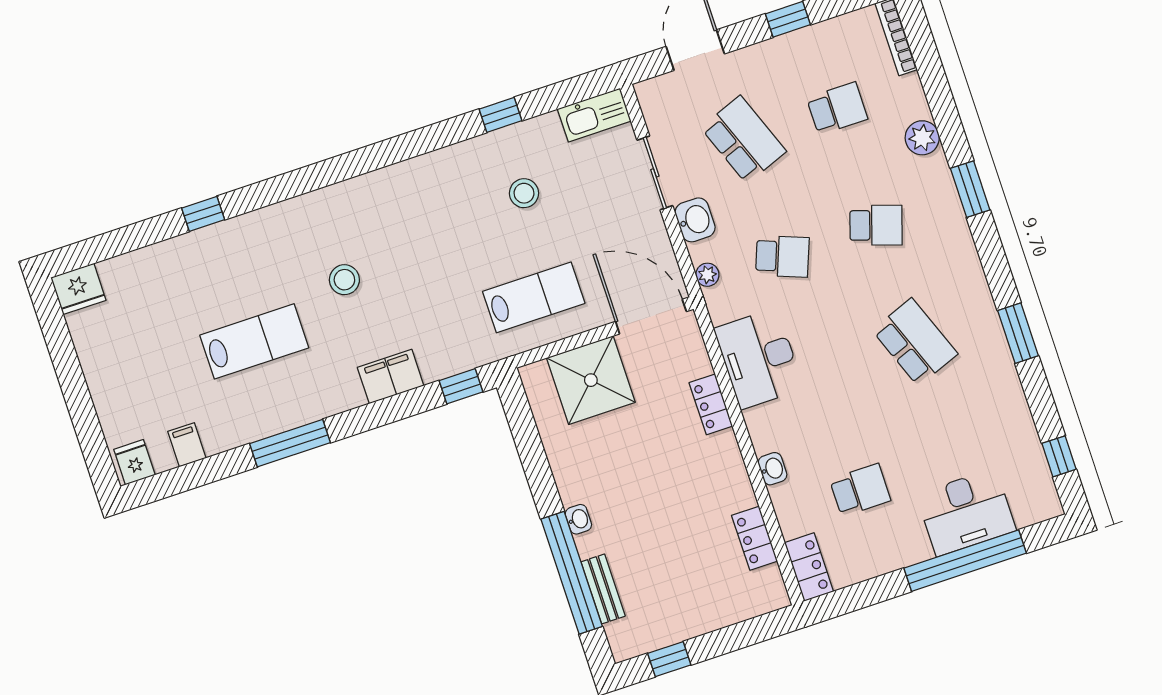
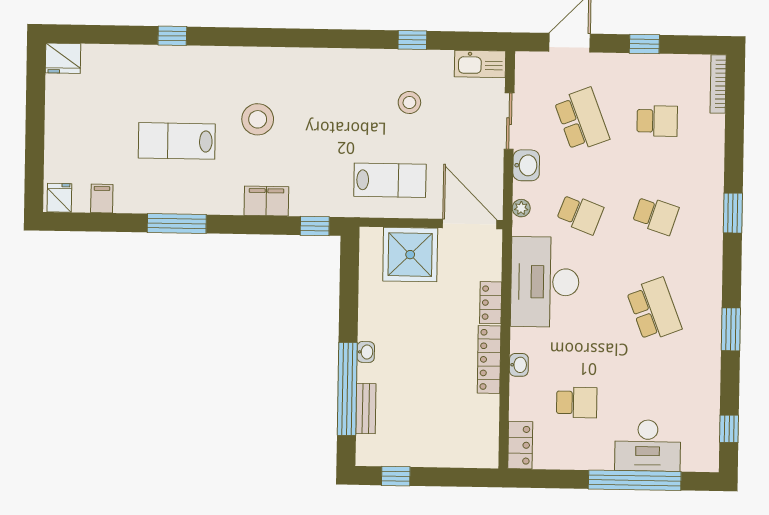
plant: (922, 138) -> (711, 164), removed
stool: (344, 280) -> (258, 119), width x1.38, depth x1.38
lab bench: (254, 341) -> (177, 141), turned 180
desk: (759, 359) -> (545, 282), width x1.36, depth x1.30
locker: (755, 538) -> (489, 359), moved, width x1.53

